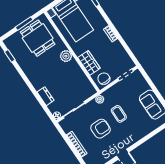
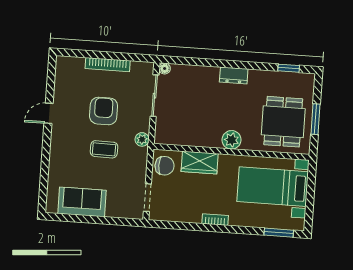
dining table: (38, 38) -> (283, 122), turned 90
dresser: (45, 96) -> (234, 75), moved
armchair: (101, 129) -> (104, 111), turned 180

